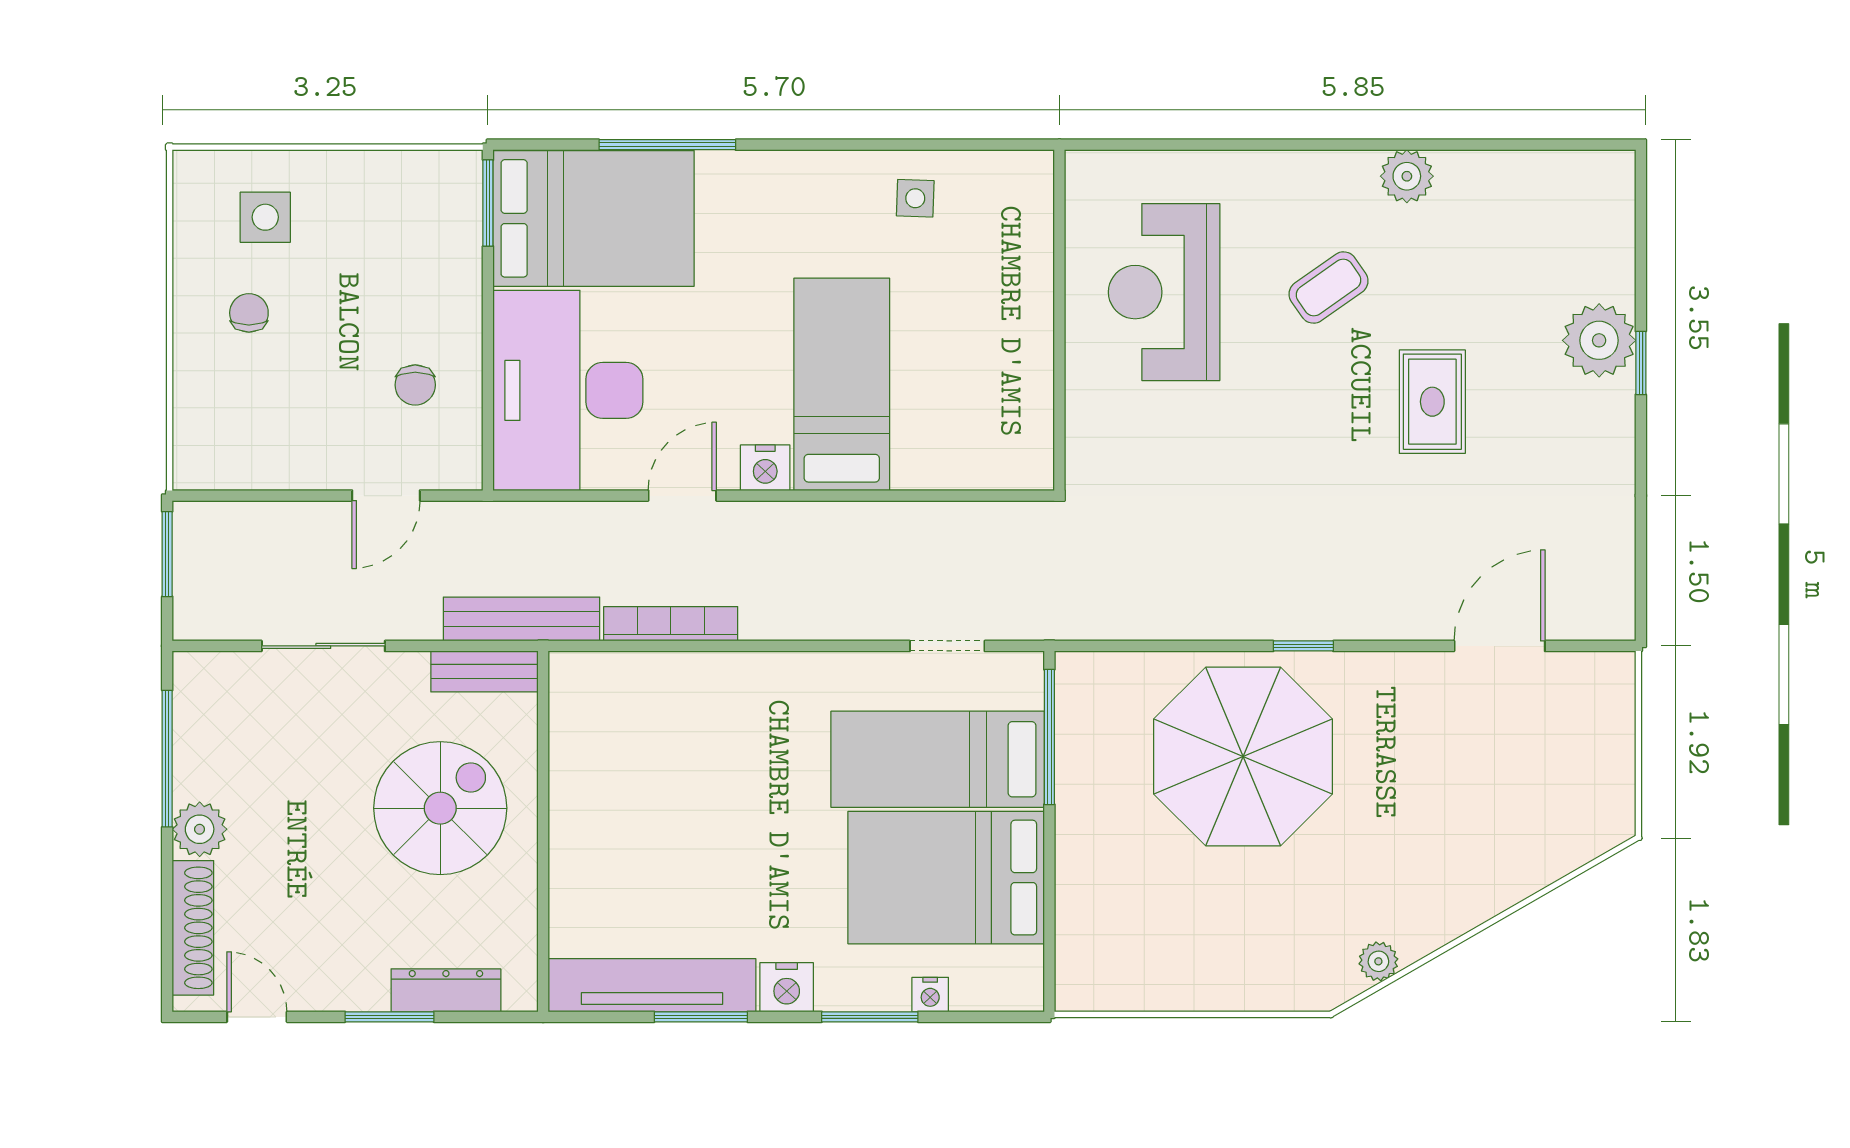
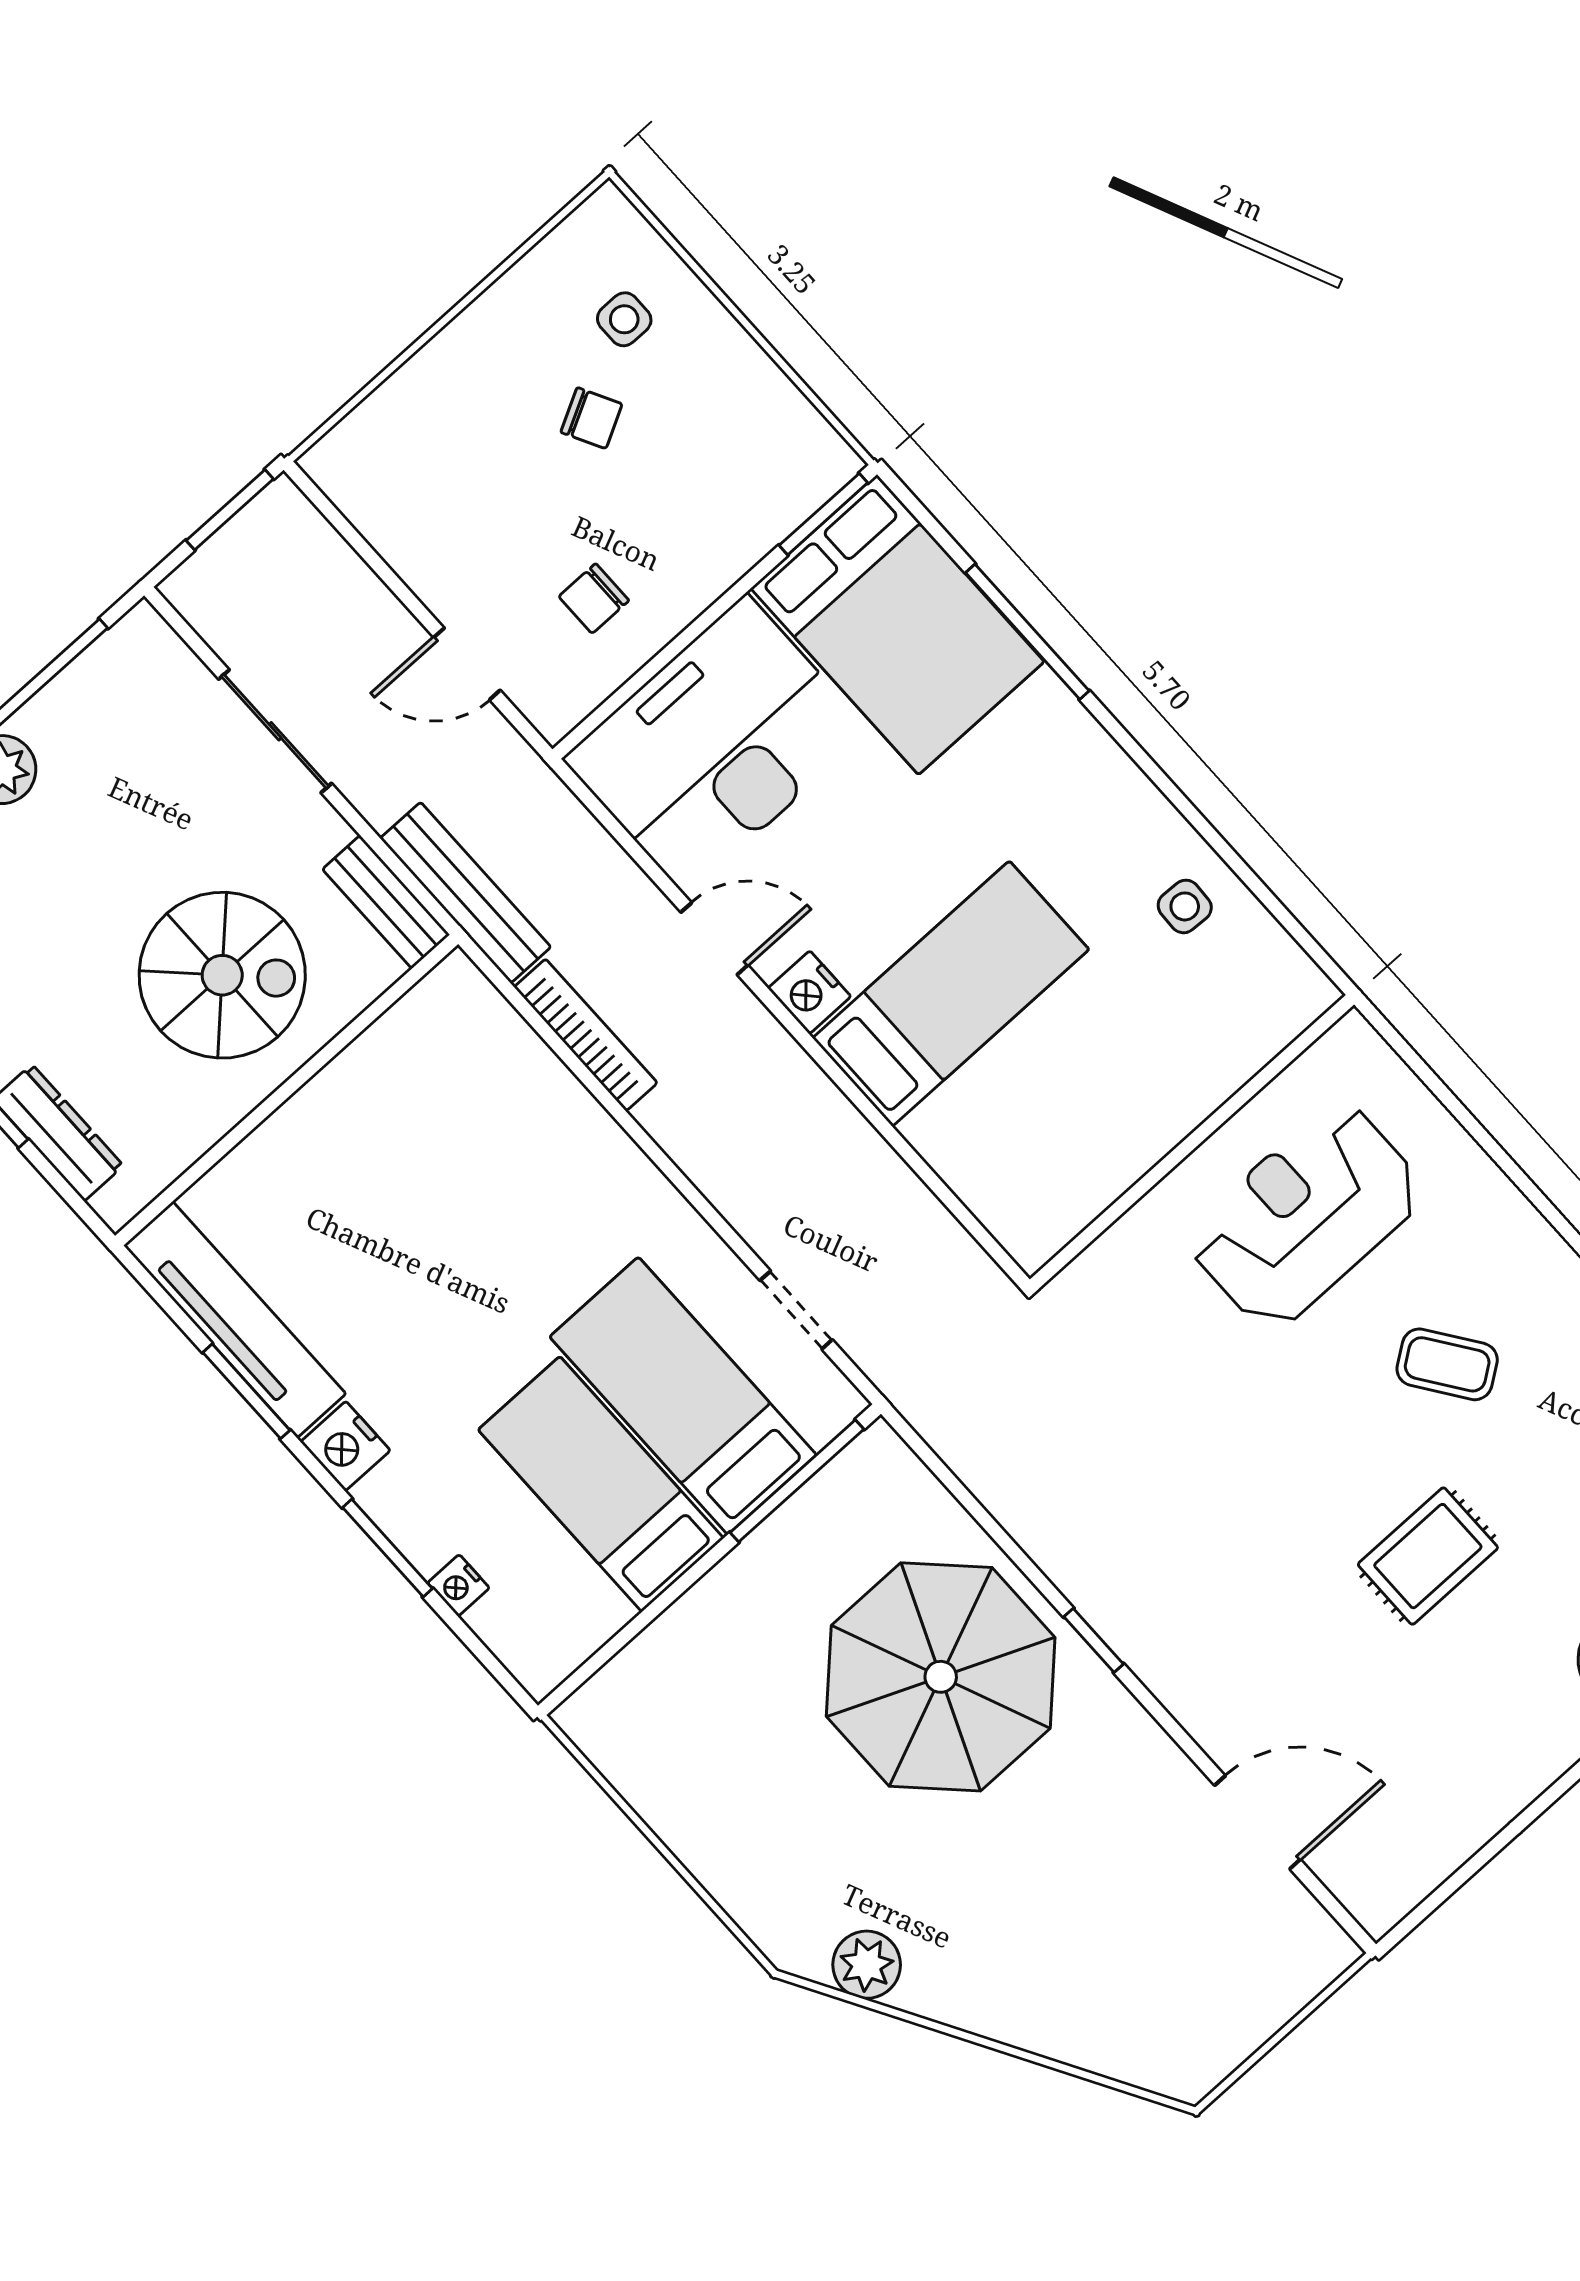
side table: (265, 217) -> (624, 319), width x0.73, depth x0.73
chair: (249, 313) -> (591, 418), moved, turned 62
bed: (946, 878) -> (601, 1484), width x0.67
plant: (1378, 961) -> (867, 1965), width x1.38, depth x1.38

